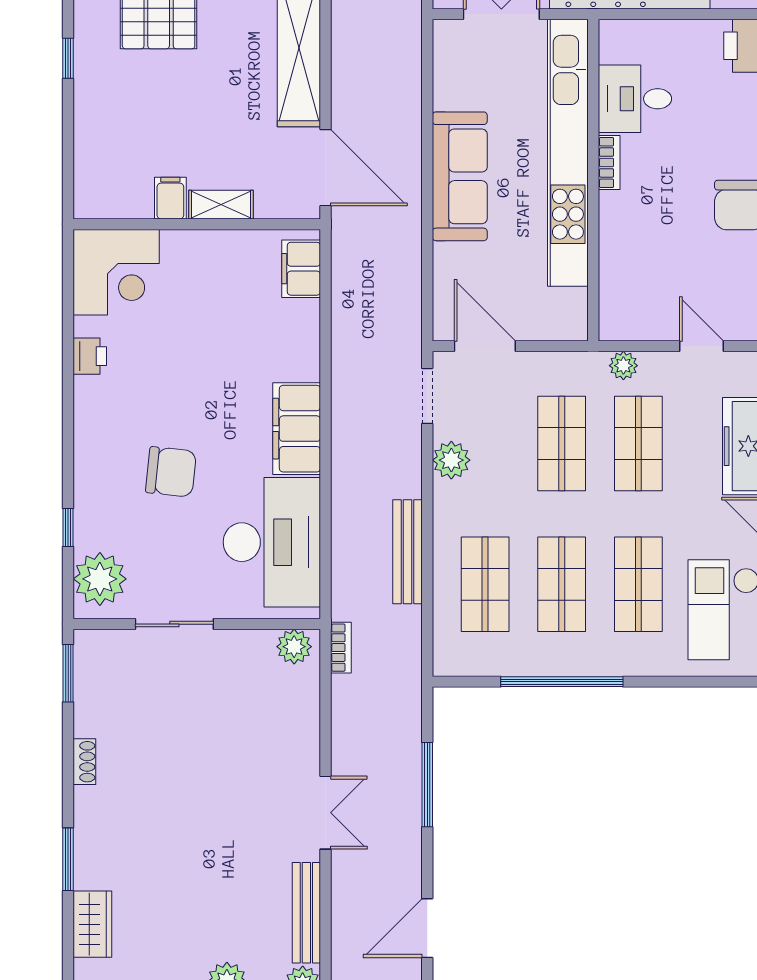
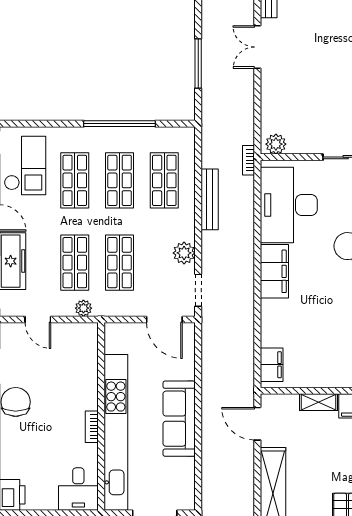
desk: (635, 99) -> (78, 489), moved, turned 90
door: (326, 168) -> (257, 424), width x0.73
bookcase: (341, 648) -> (249, 160), moved

